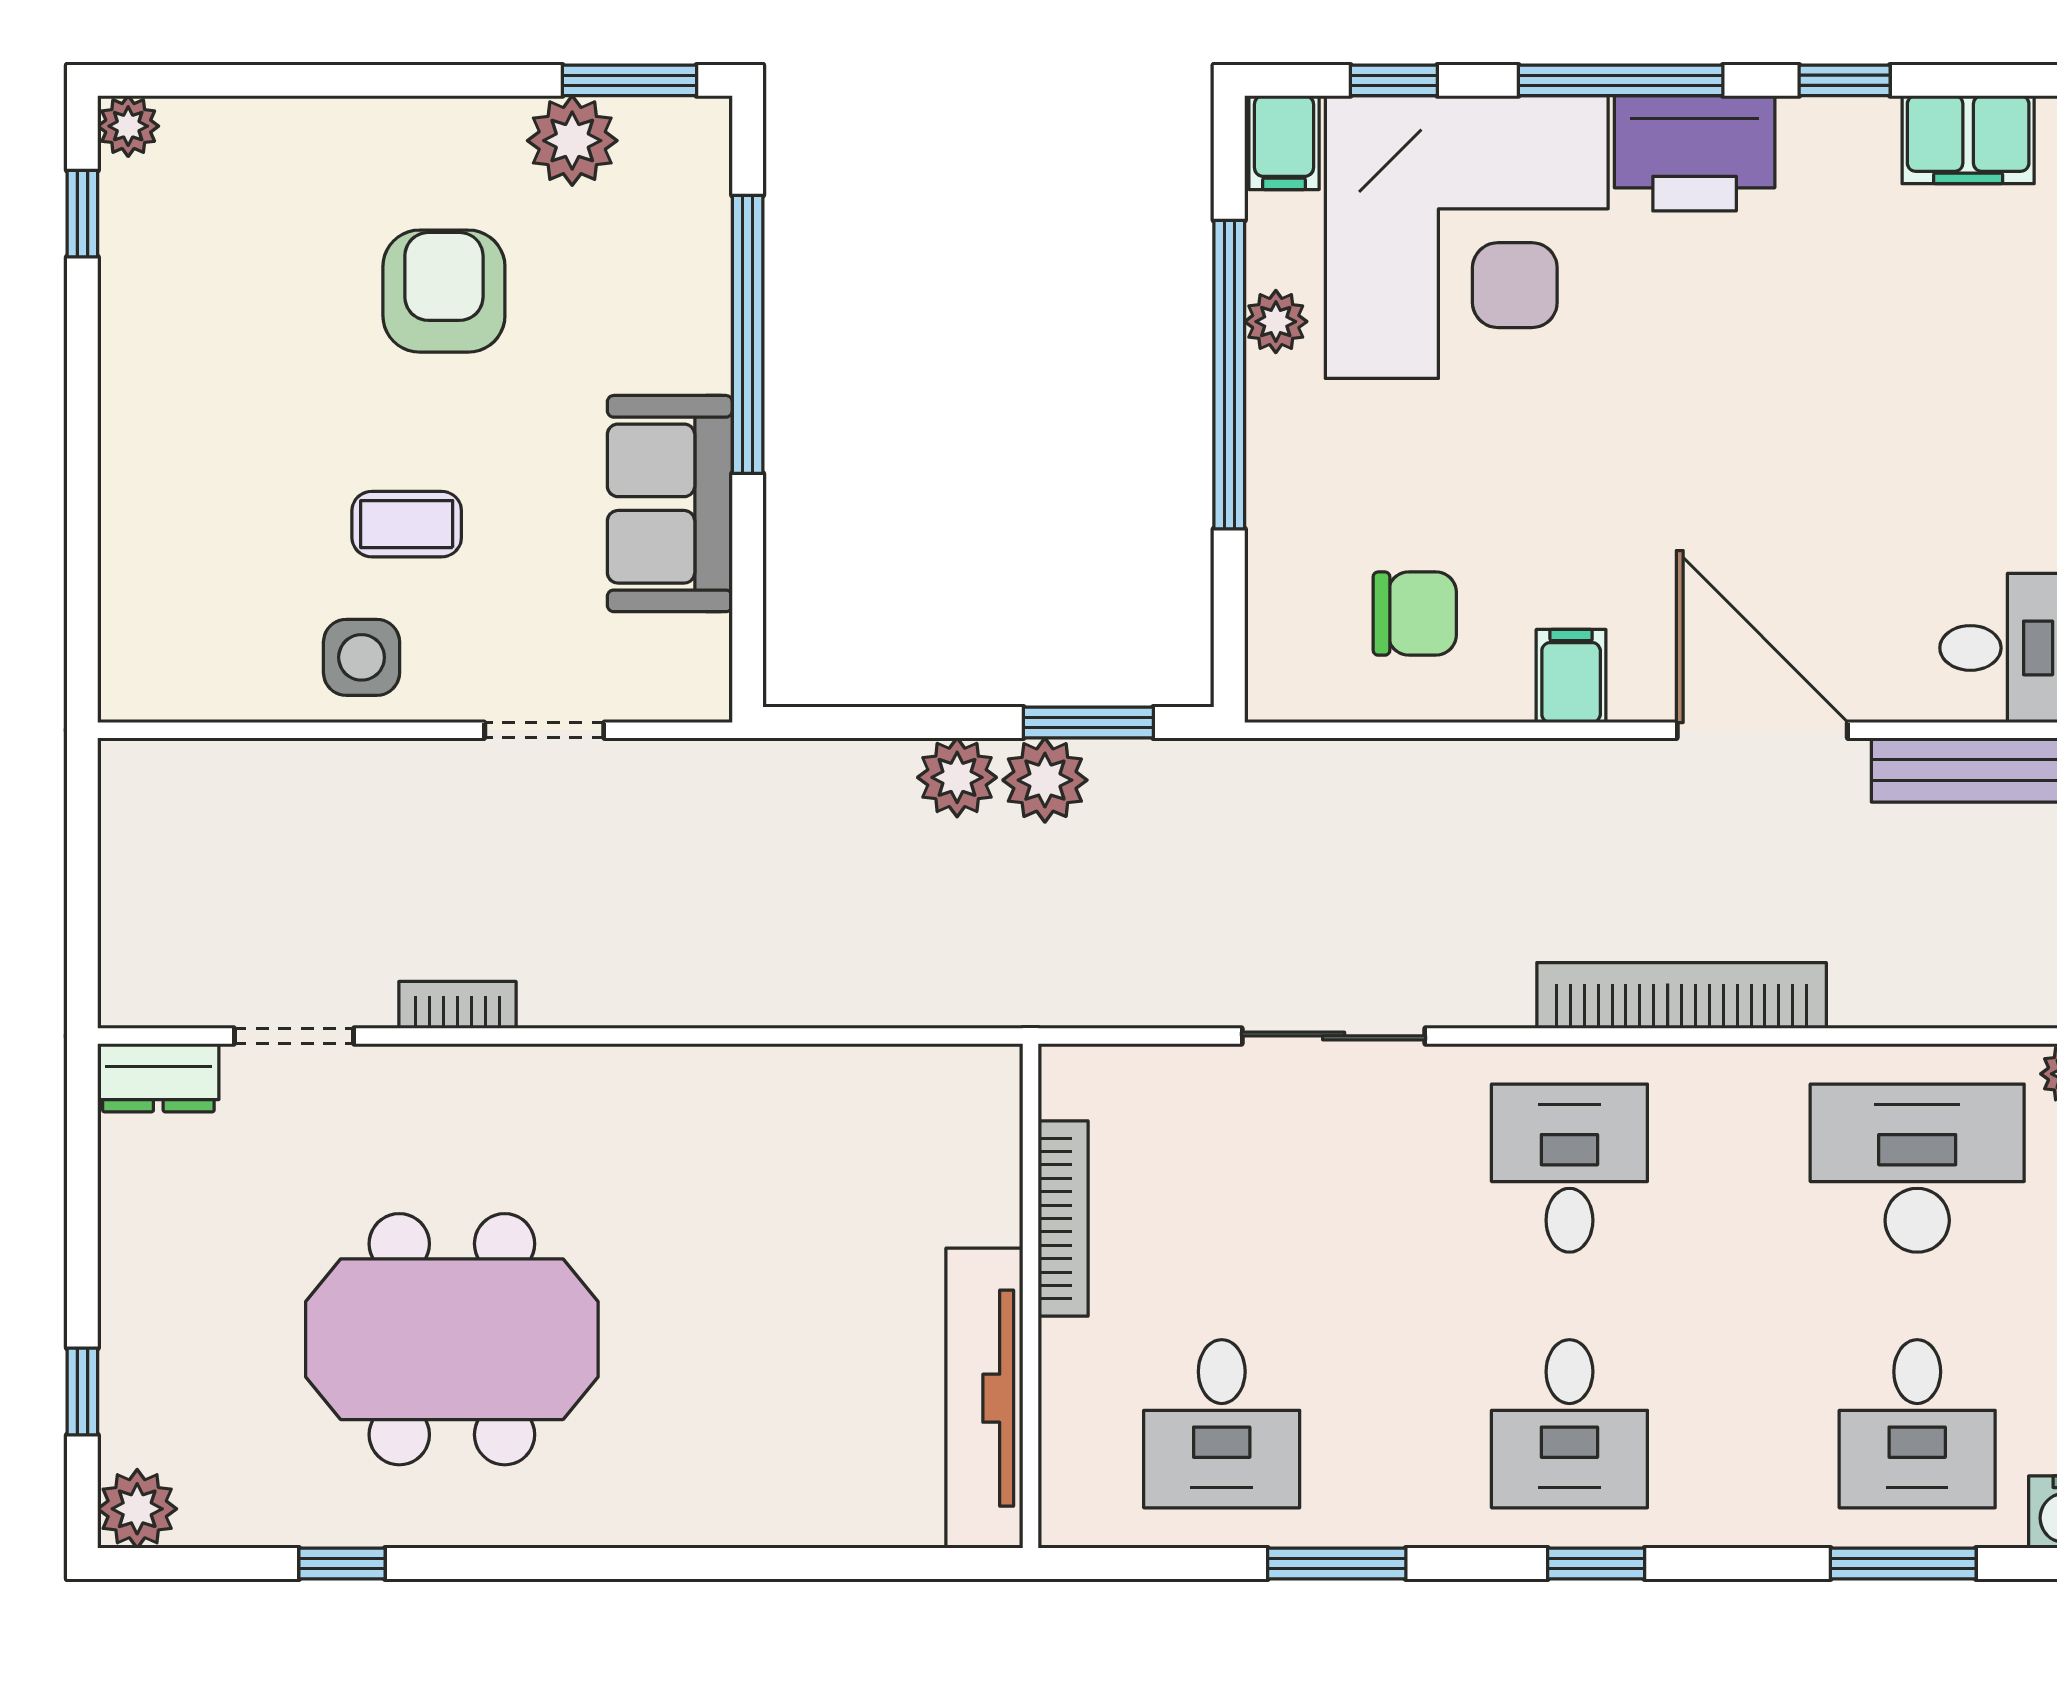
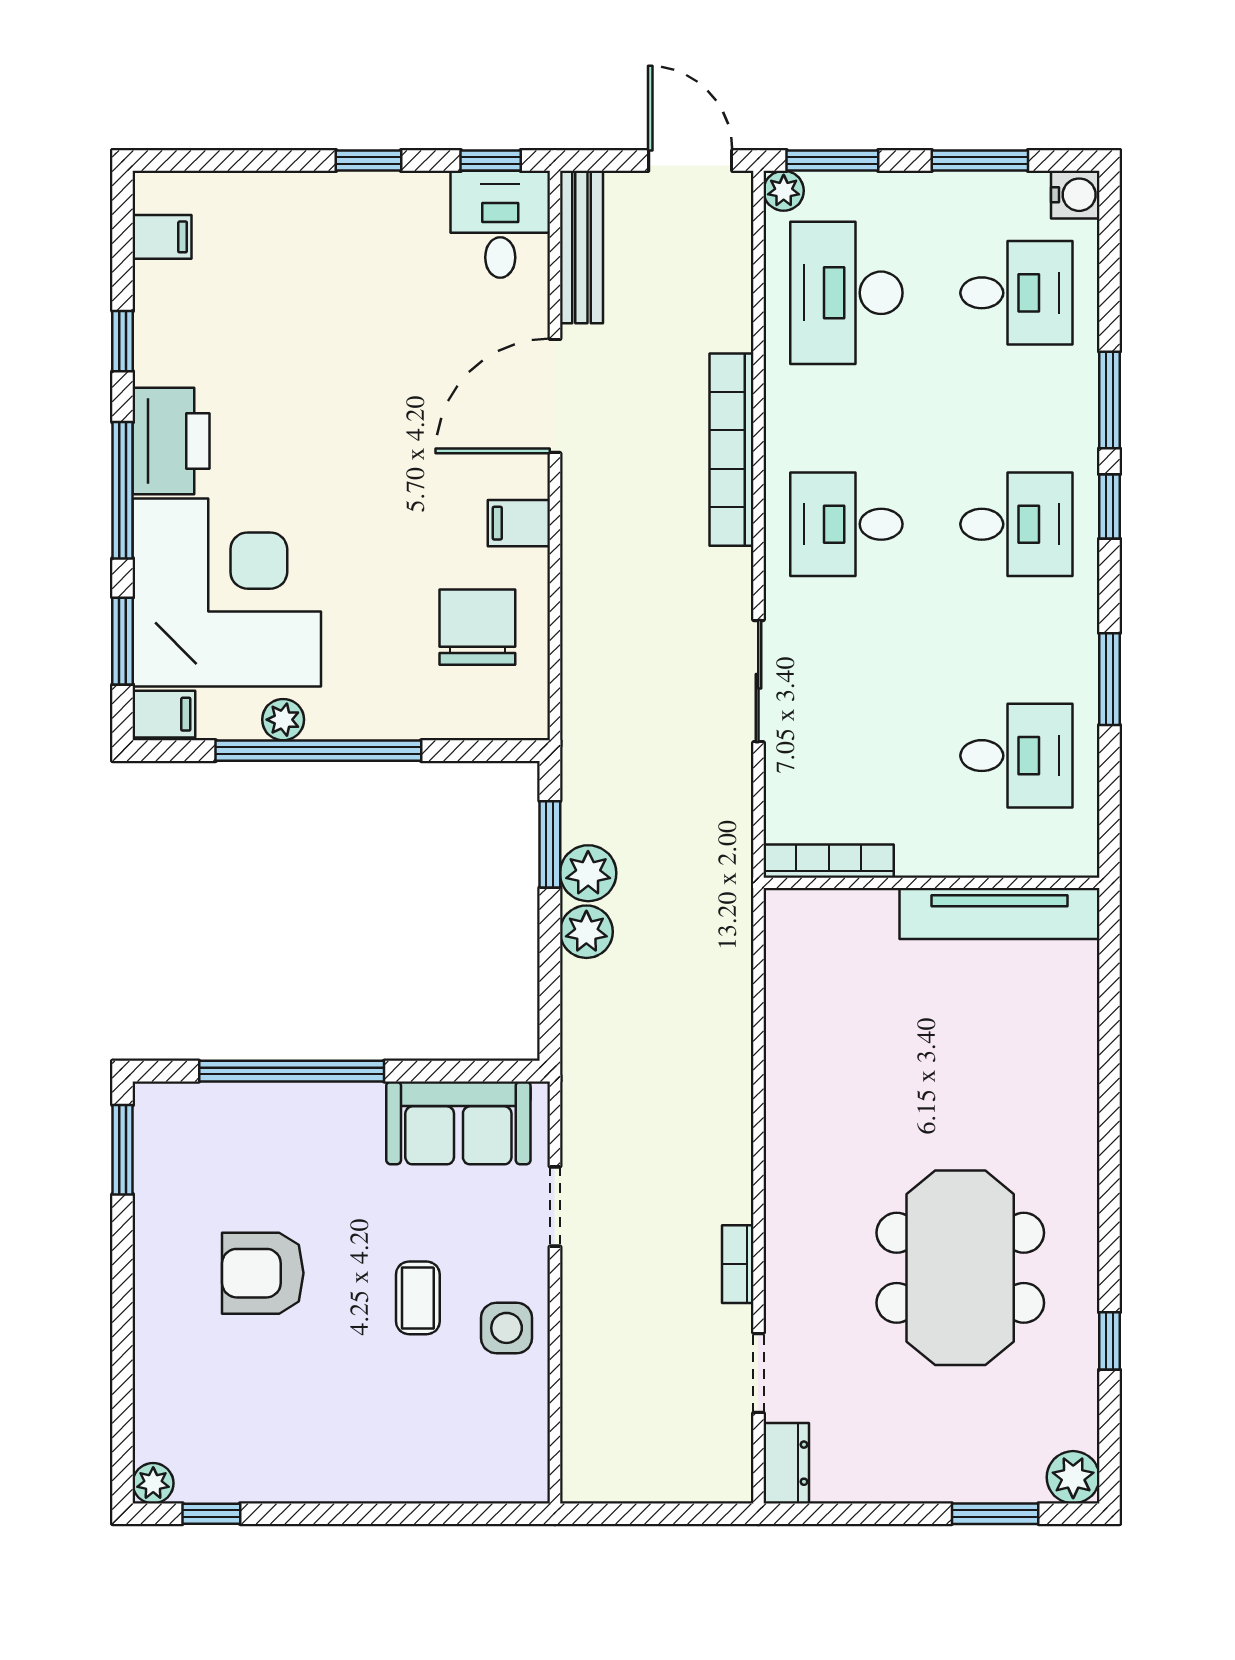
window: (1394, 80) -> (123, 641), width x1.50
filing cabinet: (1968, 140) -> (162, 237), width x0.50
plant: (572, 141) -> (163, 1188), removed
sofa: (670, 504) -> (458, 1123), moved
chair: (1415, 614) -> (477, 627), width x1.37, depth x1.37
bookcase: (1063, 1219) -> (829, 861), moved
window: (82, 1392) -> (995, 1514), width x1.50
window: (1903, 1564) -> (1109, 400), moved

